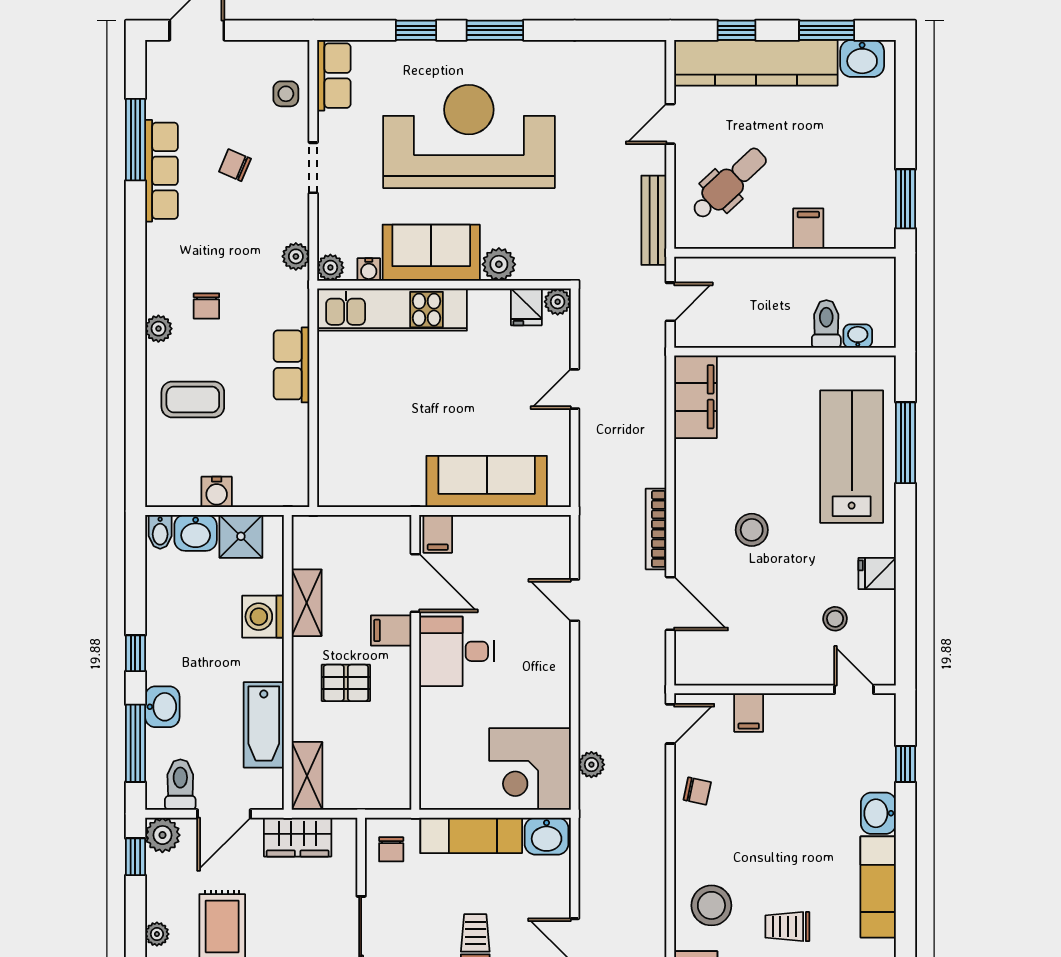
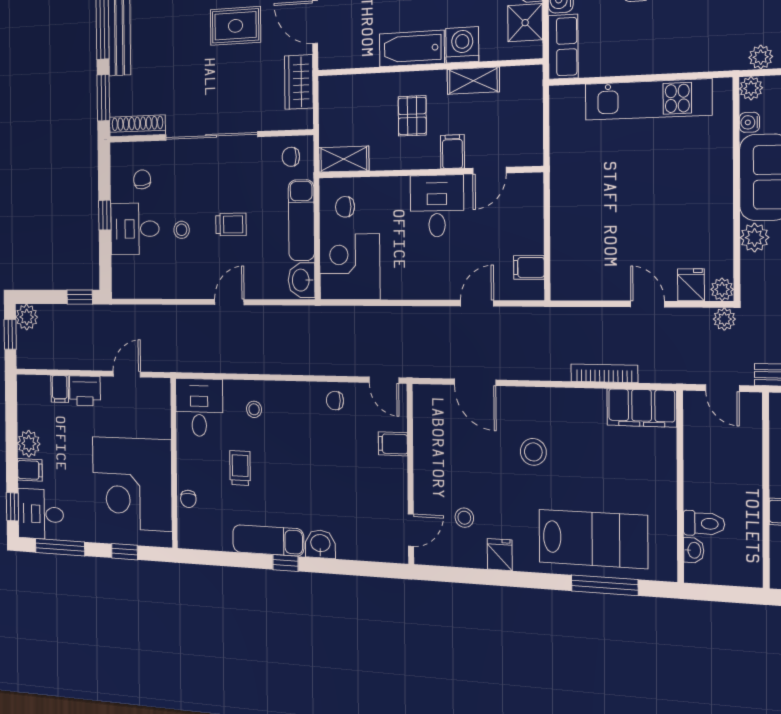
fridge: (526, 307) -> (691, 285), moved, turned 90
kitchen unit: (392, 310) -> (648, 100), moved, turned -90
row of seats: (292, 365) -> (563, 47), moved, turned 90
sofa: (487, 481) -> (571, 229), removed
bookcase: (656, 529) -> (604, 373), moved
filing cabinet: (438, 534) -> (529, 267), moved
door: (415, 583) -> (489, 171), width x0.73
door: (670, 604) -> (475, 382), hinge flipped
bathtub: (264, 725) -> (412, 49), moved
window: (905, 764) -> (285, 563), moved
plant: (591, 765) -> (724, 319), moved
chair: (455, 775) -> (345, 207), added
shelving: (307, 776) -> (344, 159), moved
chair: (697, 791) -> (335, 401), turned 78
stool: (711, 905) -> (254, 409), width x0.53, depth x0.53

